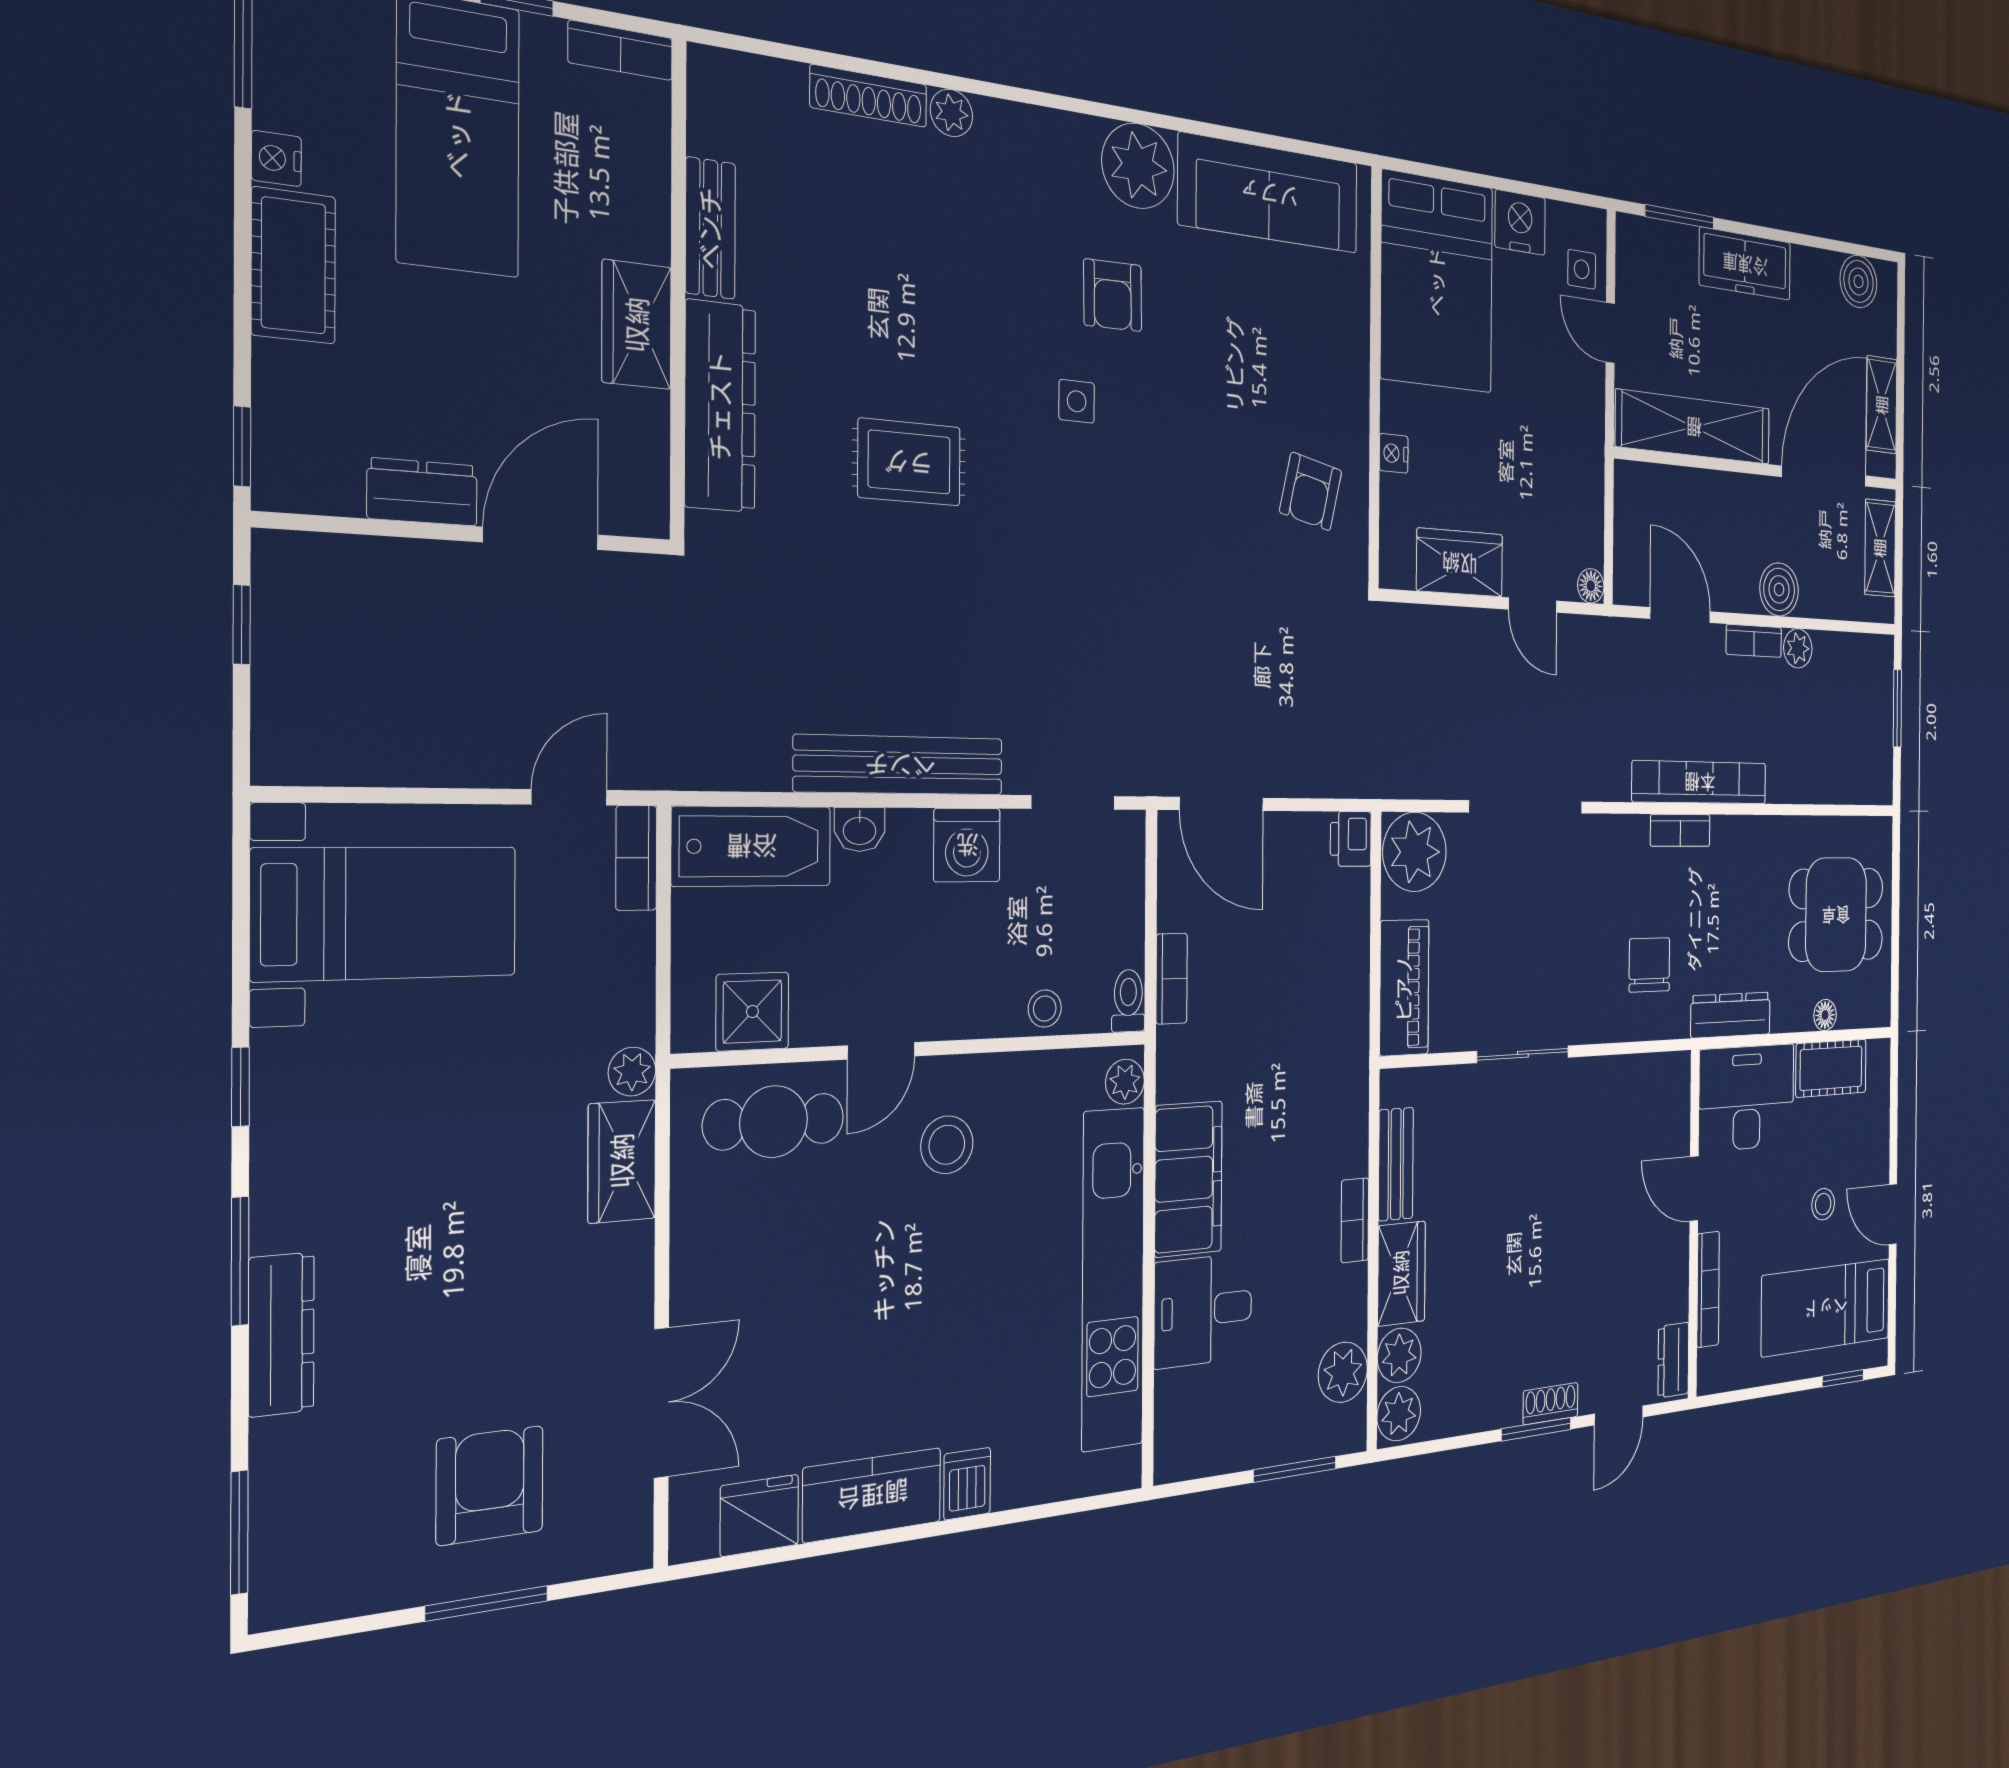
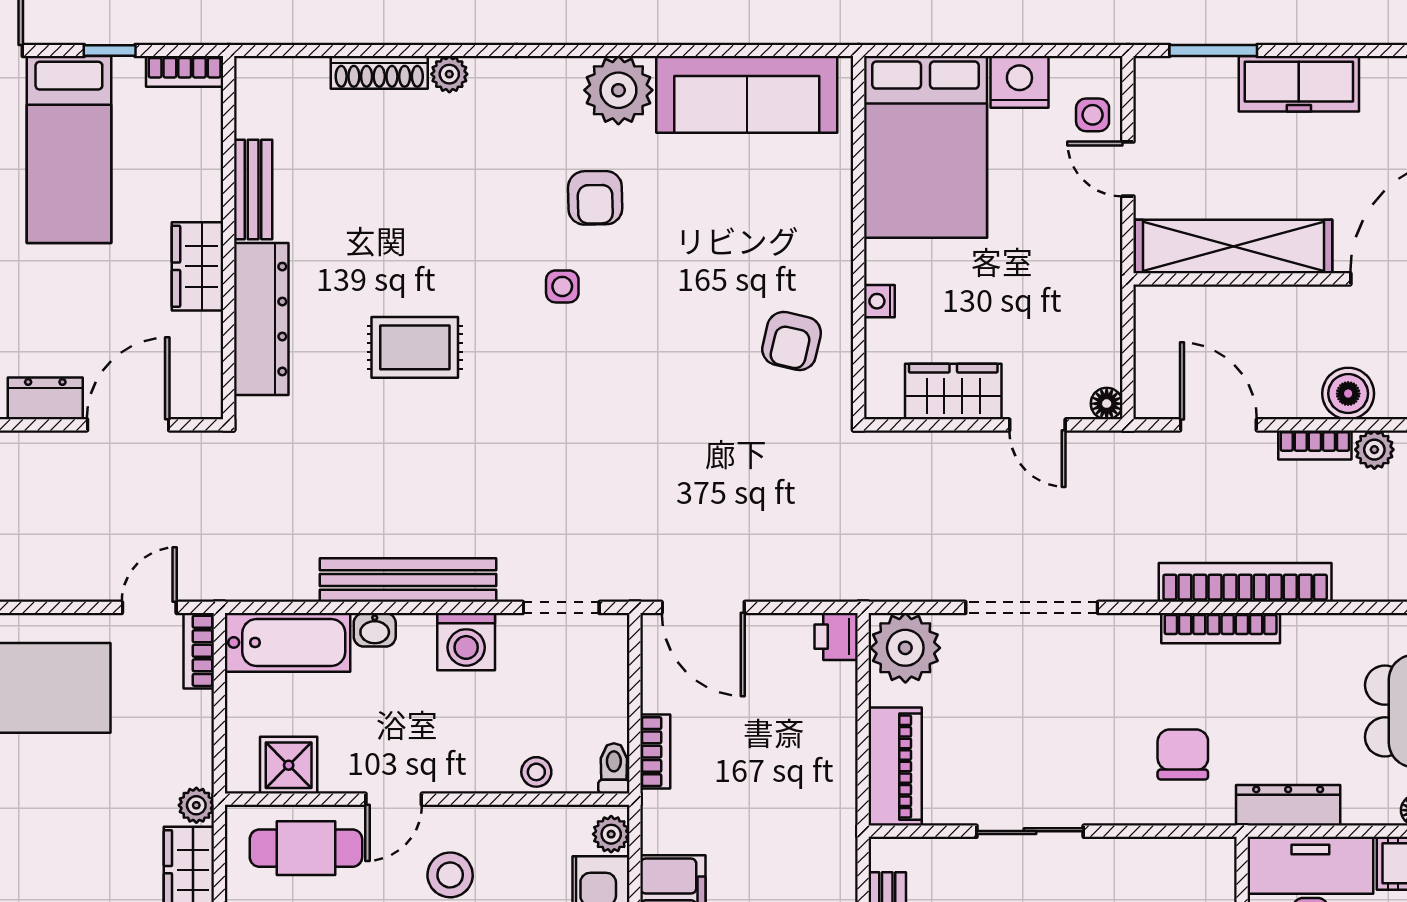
bookcase: (1680, 830) -> (1221, 628), width x1.56

